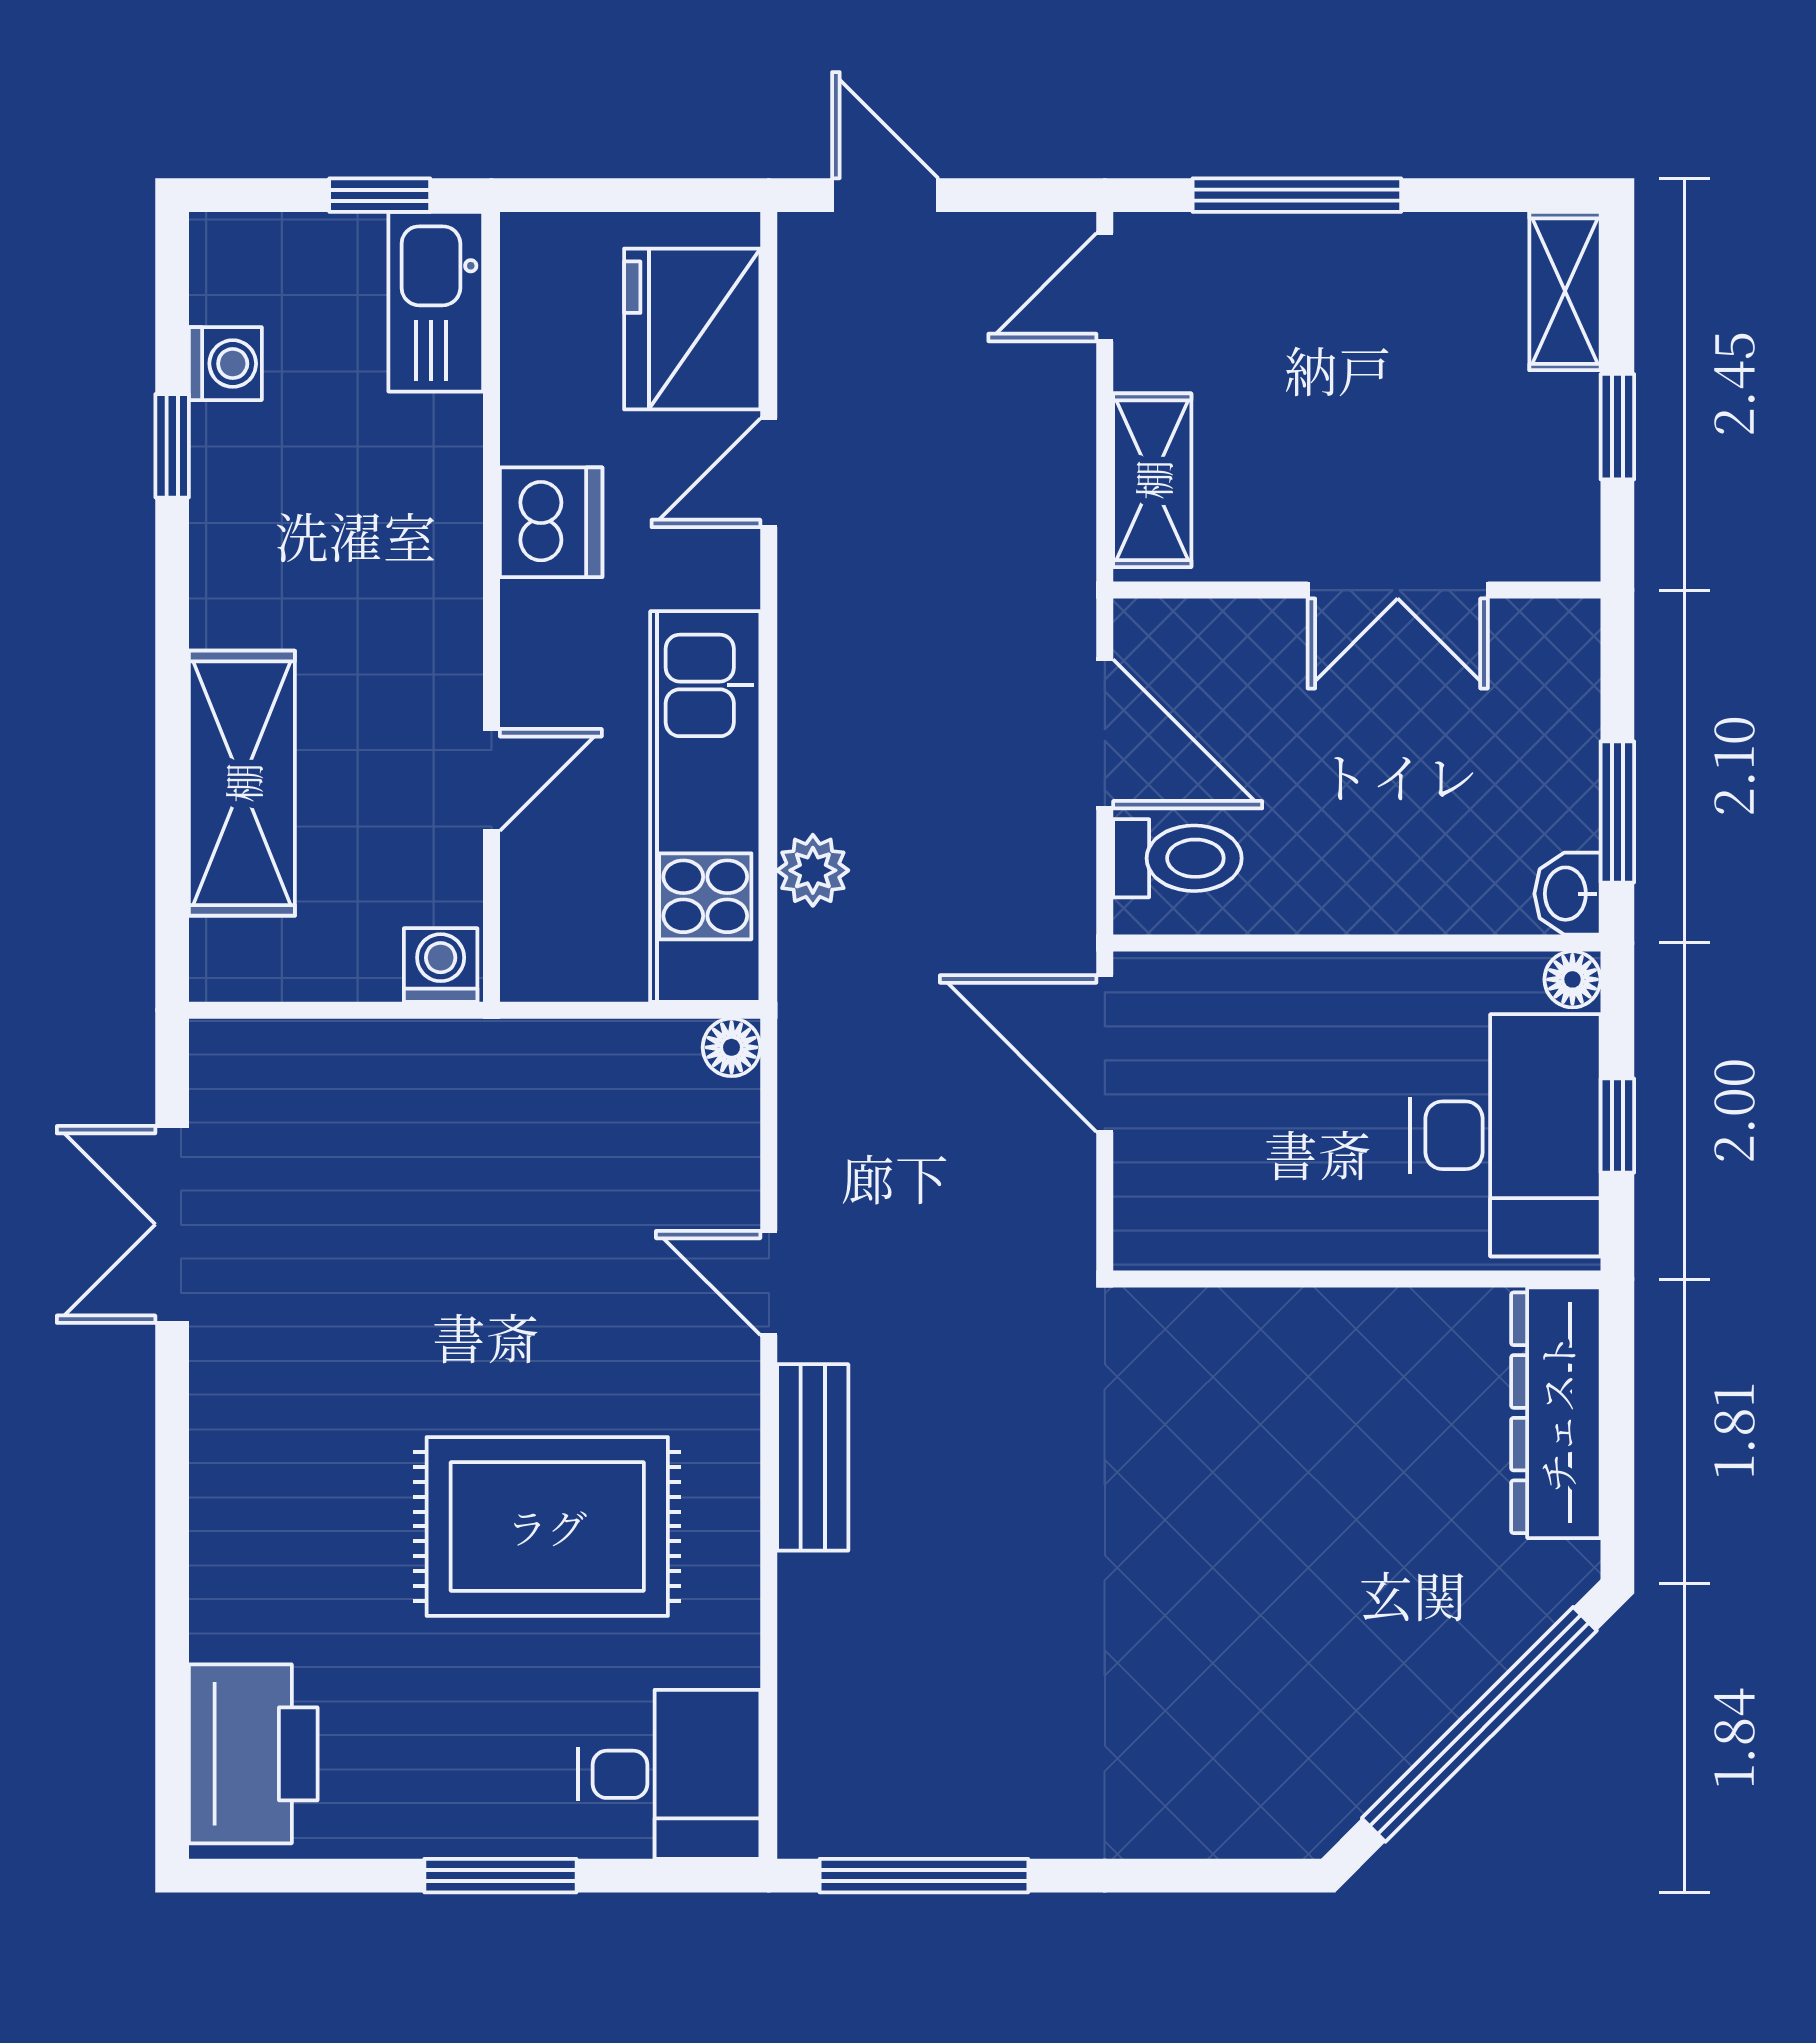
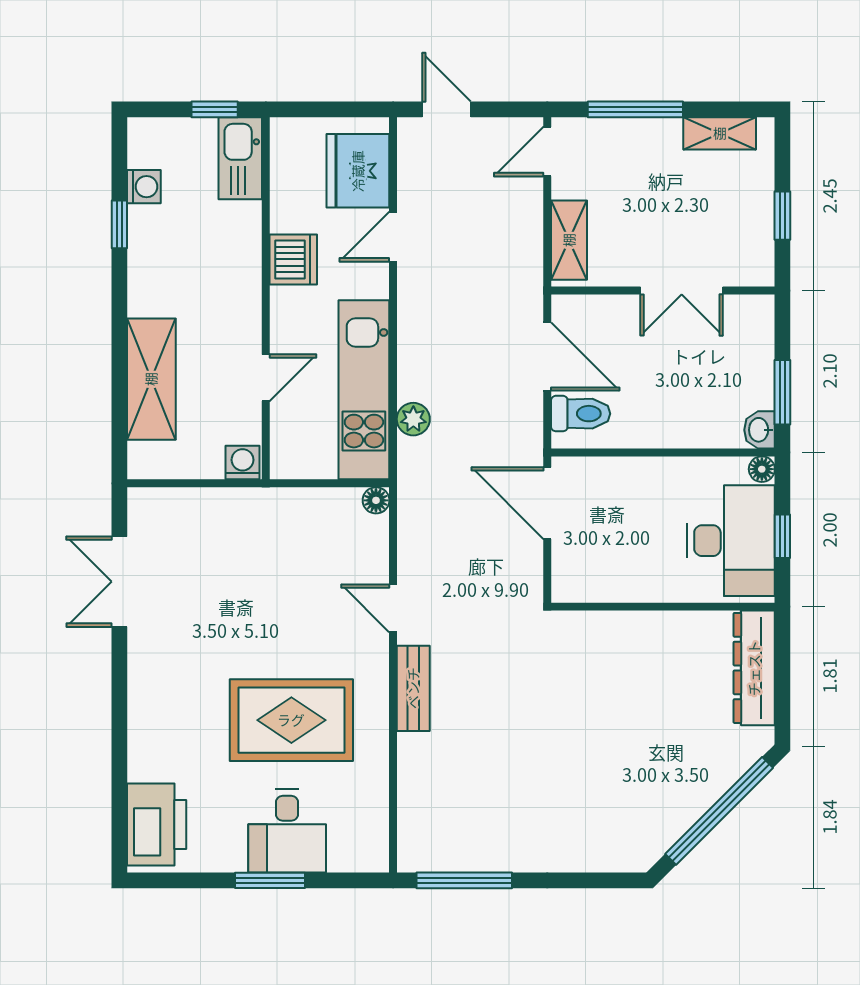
shelving: (1565, 291) -> (720, 133), moved, turned 90
desk: (669, 1774) -> (287, 831), moved, turned 90

